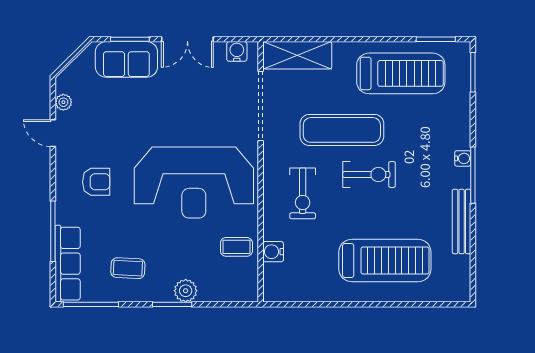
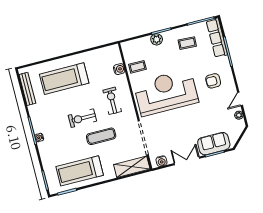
exercise mat: (342, 130) -> (101, 136), width x0.73, depth x0.69
door: (53, 133) -> (240, 99), swing flipped
bench: (462, 221) -> (27, 89), moved

